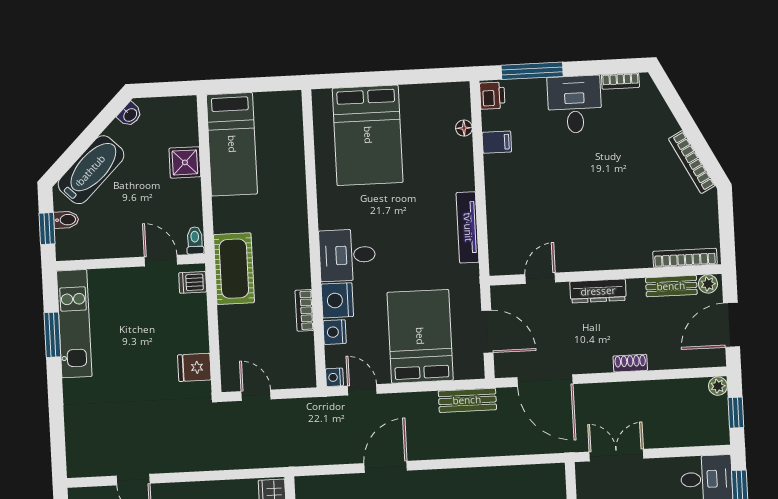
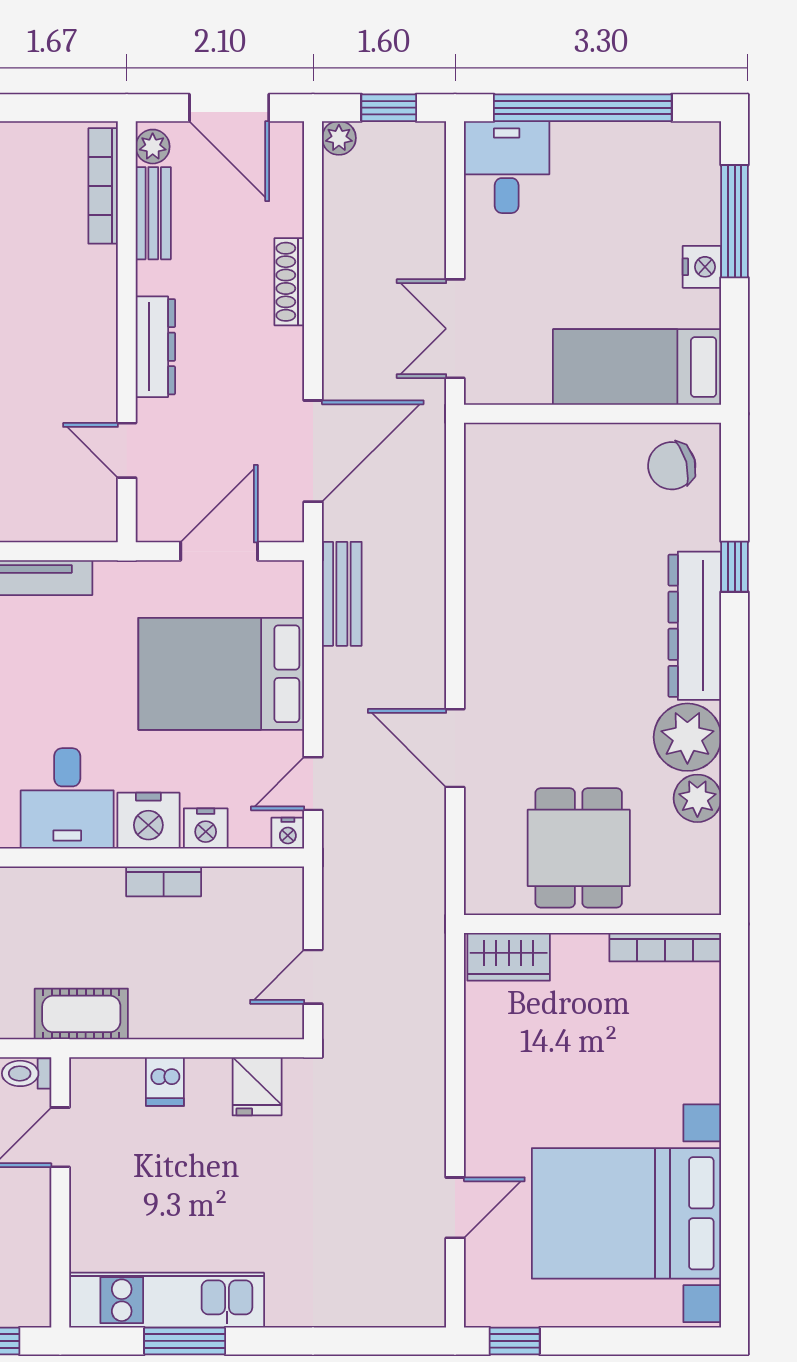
cot: (234, 269) -> (81, 1014), width x0.73, depth x0.75
dishwasher: (193, 282) -> (165, 1082), moved
shoe rack: (630, 363) -> (289, 282), width x1.43

